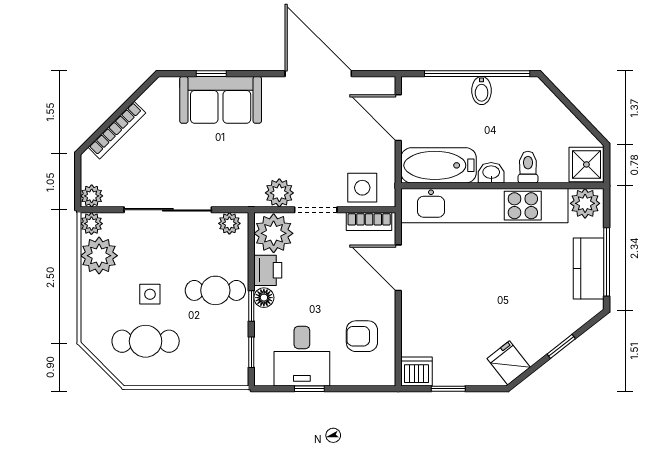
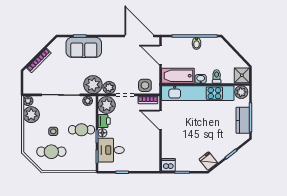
door: (318, 74) -> (139, 36), moved
plant: (92, 196) -> (93, 85), moved, width x1.88, depth x1.88
armchair: (362, 336) -> (145, 150), removed
desk: (302, 356) -> (111, 150), moved, turned 90

